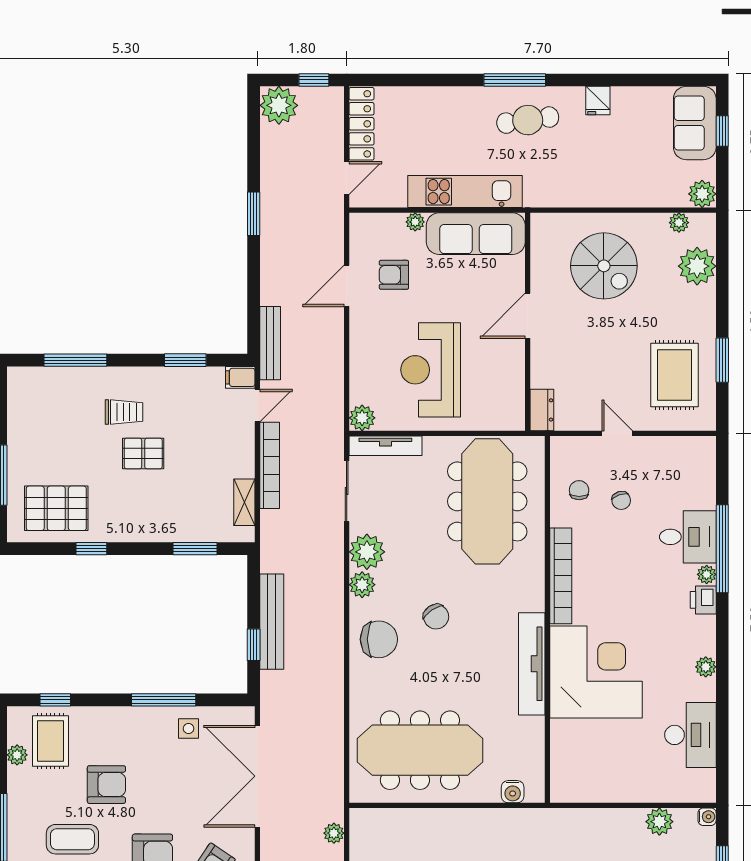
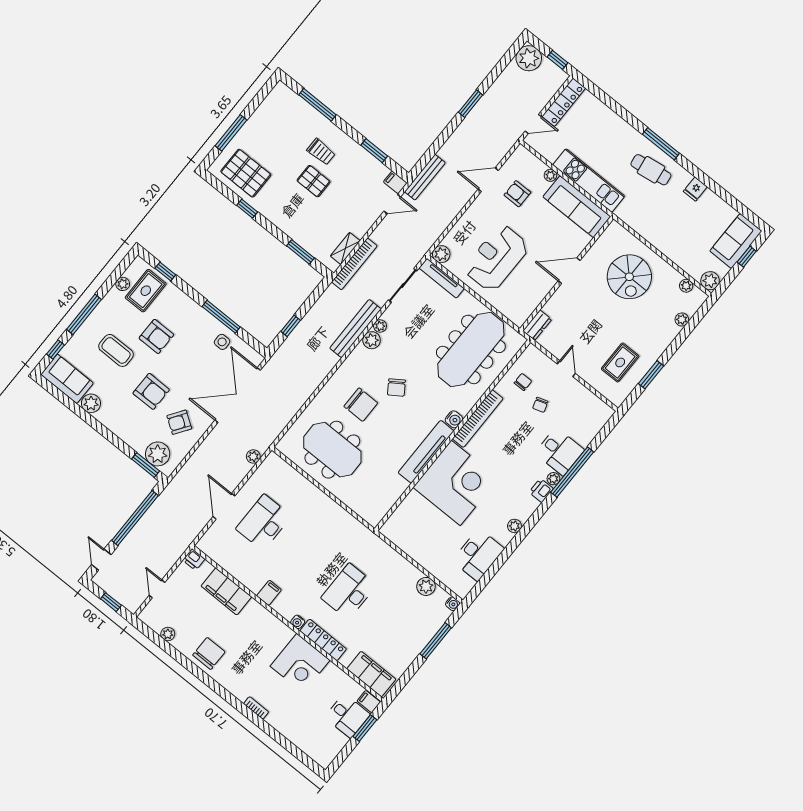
plant: (697, 266) -> (682, 319), width x0.53, depth x0.53
rug: (674, 375) -> (620, 362), width x0.73, depth x0.70
bookcase: (270, 465) -> (354, 264), moved
plant: (367, 552) -> (380, 326), width x0.53, depth x0.53
bench: (272, 622) -> (355, 329), moved
chair: (379, 639) -> (361, 405), moved
meeting table: (420, 750) -> (332, 450), width x0.73
water cooler: (513, 792) -> (454, 419), moved, turned -90

